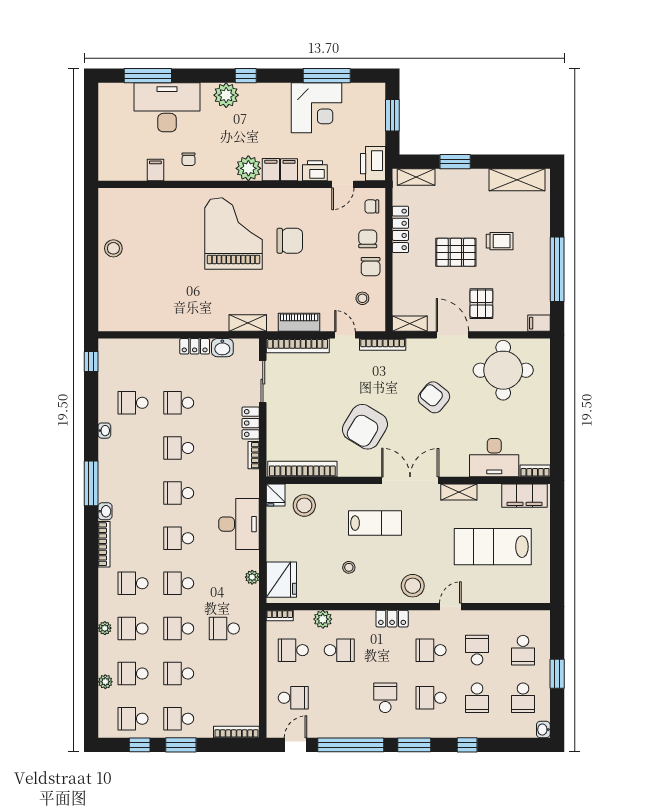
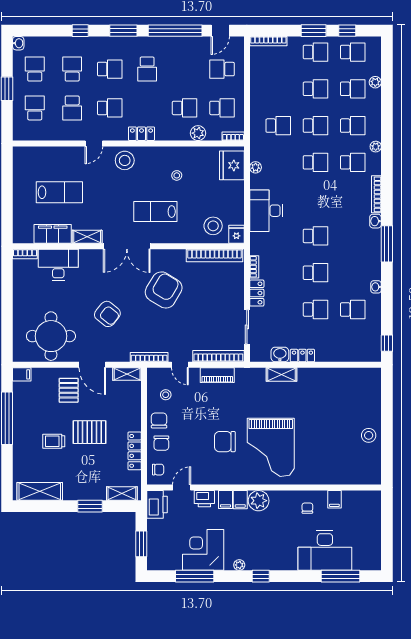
plant: (226, 95) -> (239, 565), moved, width x0.53, depth x0.53
shelving: (248, 323) -> (282, 374), moved
filing cabinet: (525, 496) -> (53, 234), moved
school desk: (179, 538) -> (315, 199), removed
lab bench: (493, 547) -> (59, 192), width x0.73, depth x0.72
plant: (105, 628) -> (376, 147), moved
school desk: (339, 650) -> (185, 108), turned 180

